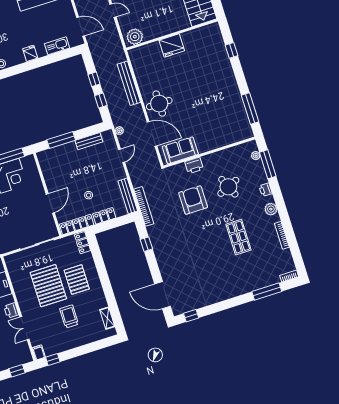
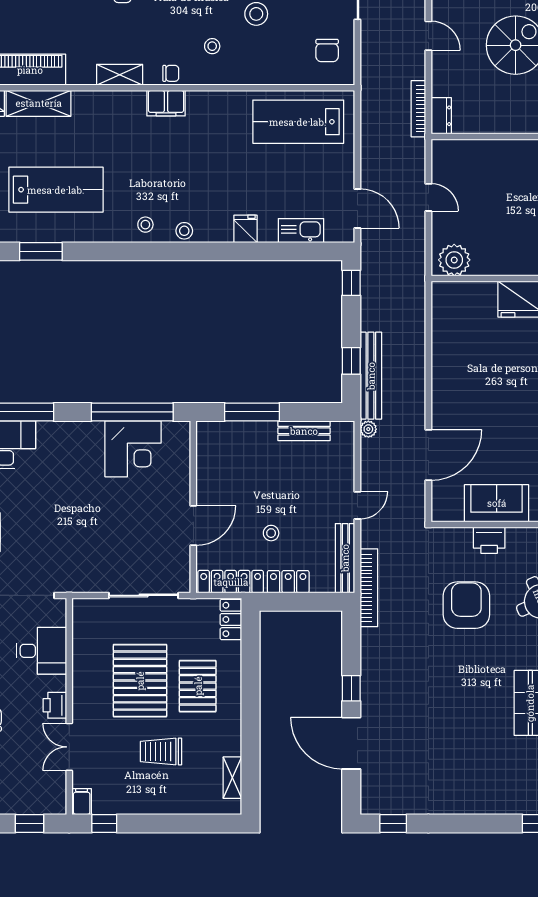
window: (94, 79) -> (351, 283), moved
bench: (129, 83) -> (371, 376), moved
round table: (159, 104) -> (460, 402), removed
door: (152, 134) -> (428, 455), hinge flipped
sofa: (180, 150) -> (497, 503), moved
door: (122, 156) -> (357, 505), moved
window: (146, 244) -> (351, 688), moved
door: (163, 295) -> (351, 743), moved
trolley: (69, 316) -> (161, 751), turned -90

